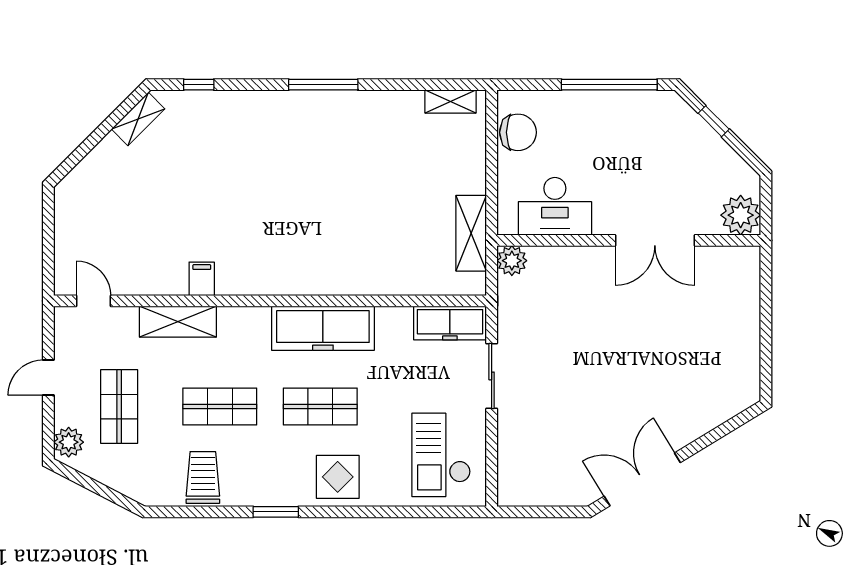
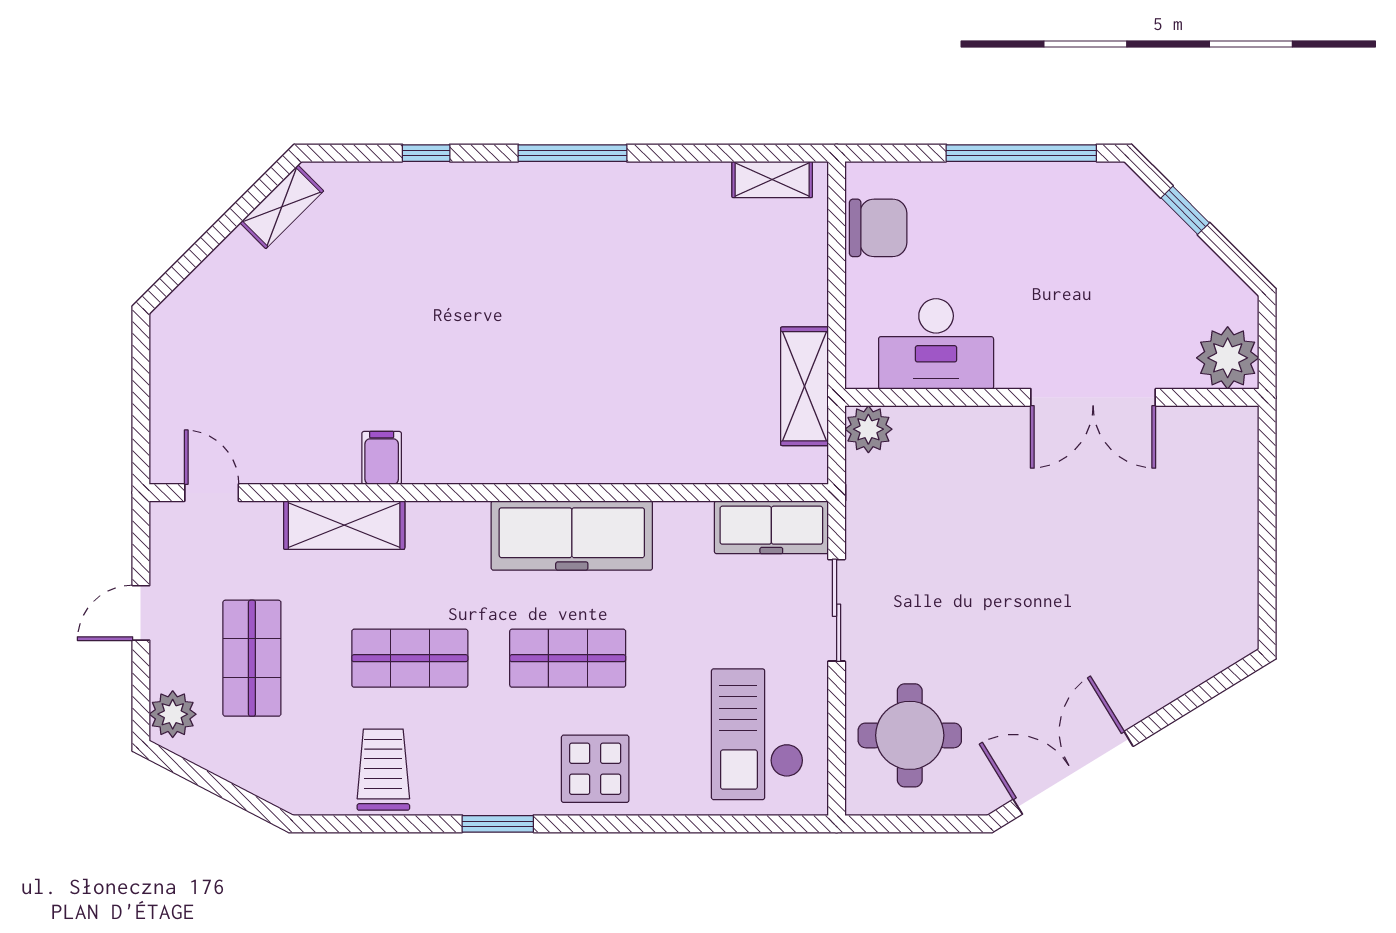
window: (199, 85) -> (426, 153), moved
round table: (538, 456) -> (910, 735), added

